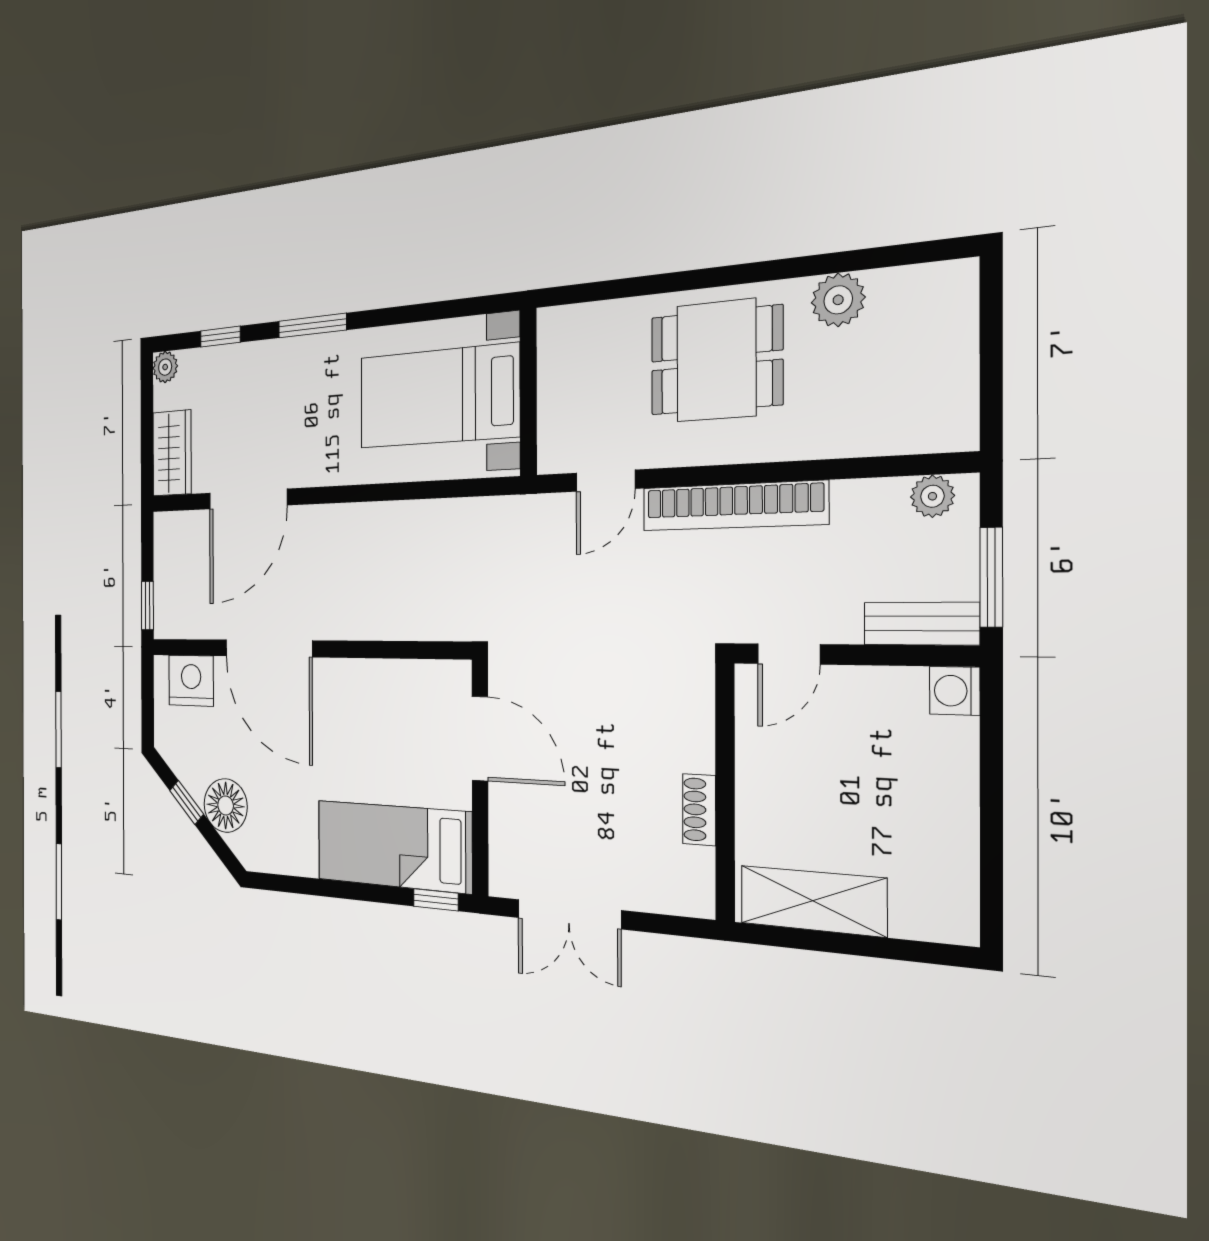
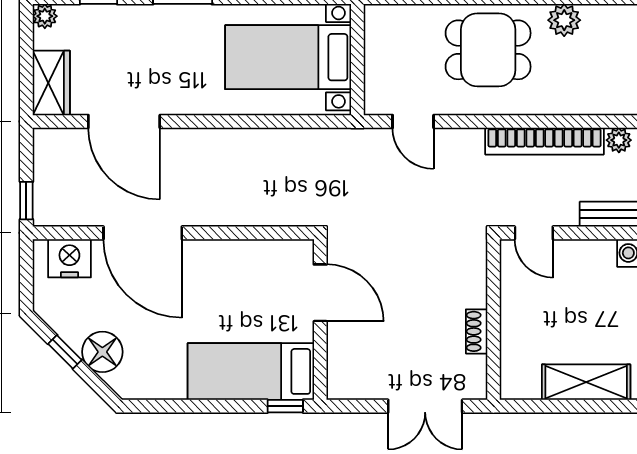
door: (605, 481) -> (413, 121), hinge flipped
door: (248, 499) -> (124, 121), hinge flipped
bookcase: (734, 506) -> (544, 141), moved
door: (789, 654) -> (534, 233), hinge flipped
shelving: (813, 901) -> (586, 382), moved
double door: (569, 914) -> (425, 406), moved

